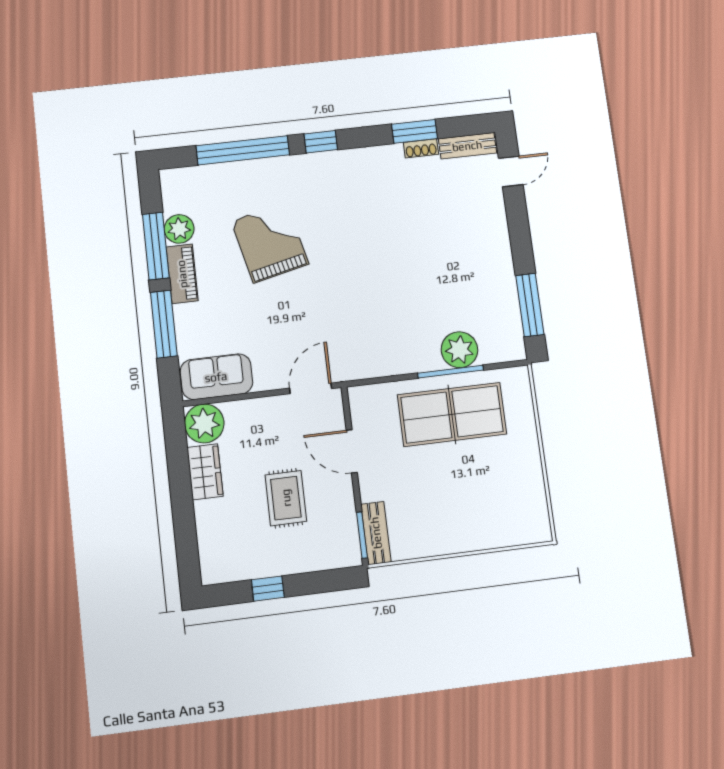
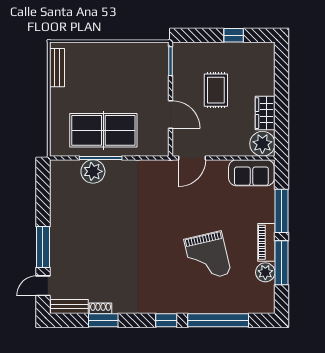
window: (530, 305) -> (43, 247), moved
bench: (376, 533) -> (57, 68), moved

